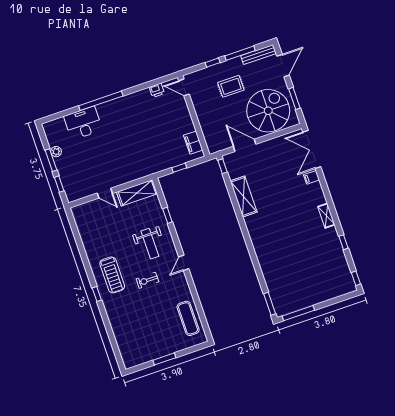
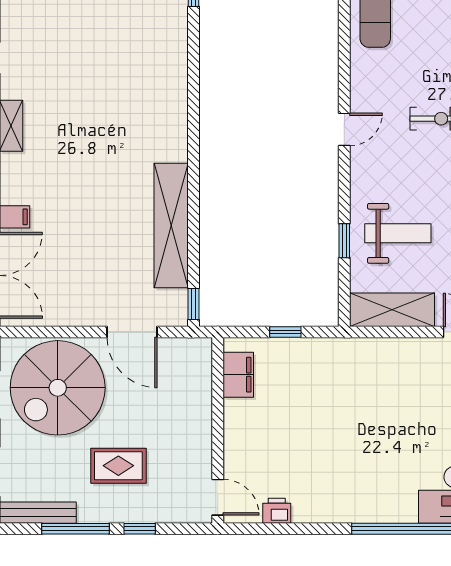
shelving: (244, 197) -> (171, 225), width x1.47
weight bench: (150, 244) -> (398, 233), moved, turned 90

